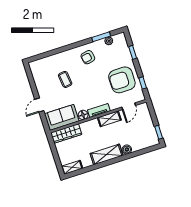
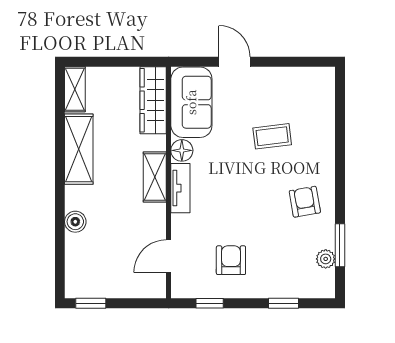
armchair: (122, 80) -> (231, 260), width x0.53, depth x0.53
door: (129, 106) -> (169, 256), hinge flipped
shelving: (109, 119) -> (155, 177), moved
shelving: (107, 154) -> (79, 149), moved

